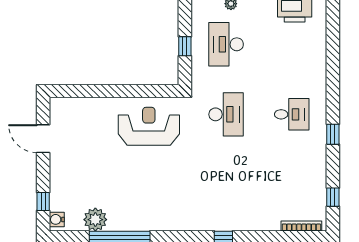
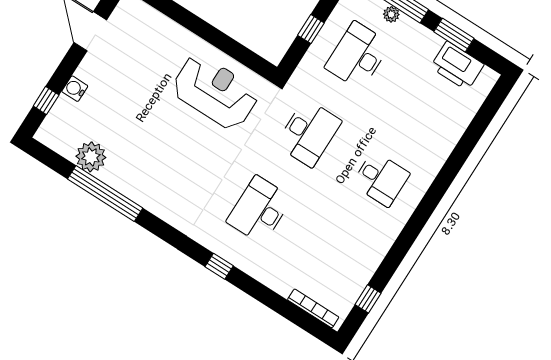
window: (333, 134) -> (412, 230), removed
desk: (226, 184) -> (259, 210), added
water cooler: (57, 219) -> (75, 89), moved

